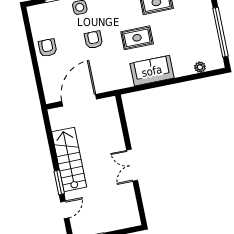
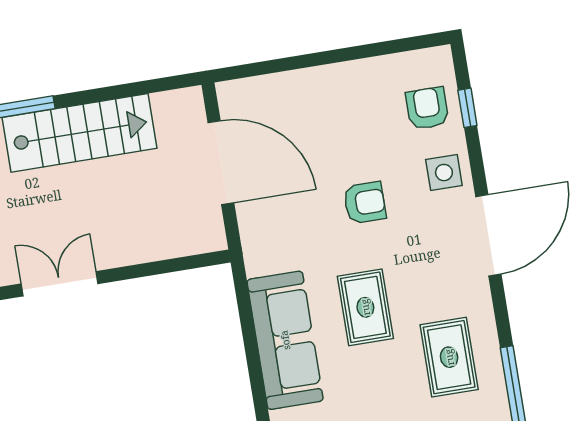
armchair: (48, 48) -> (427, 108), moved, turned -90
sofa: (152, 71) -> (285, 340), width x1.36

